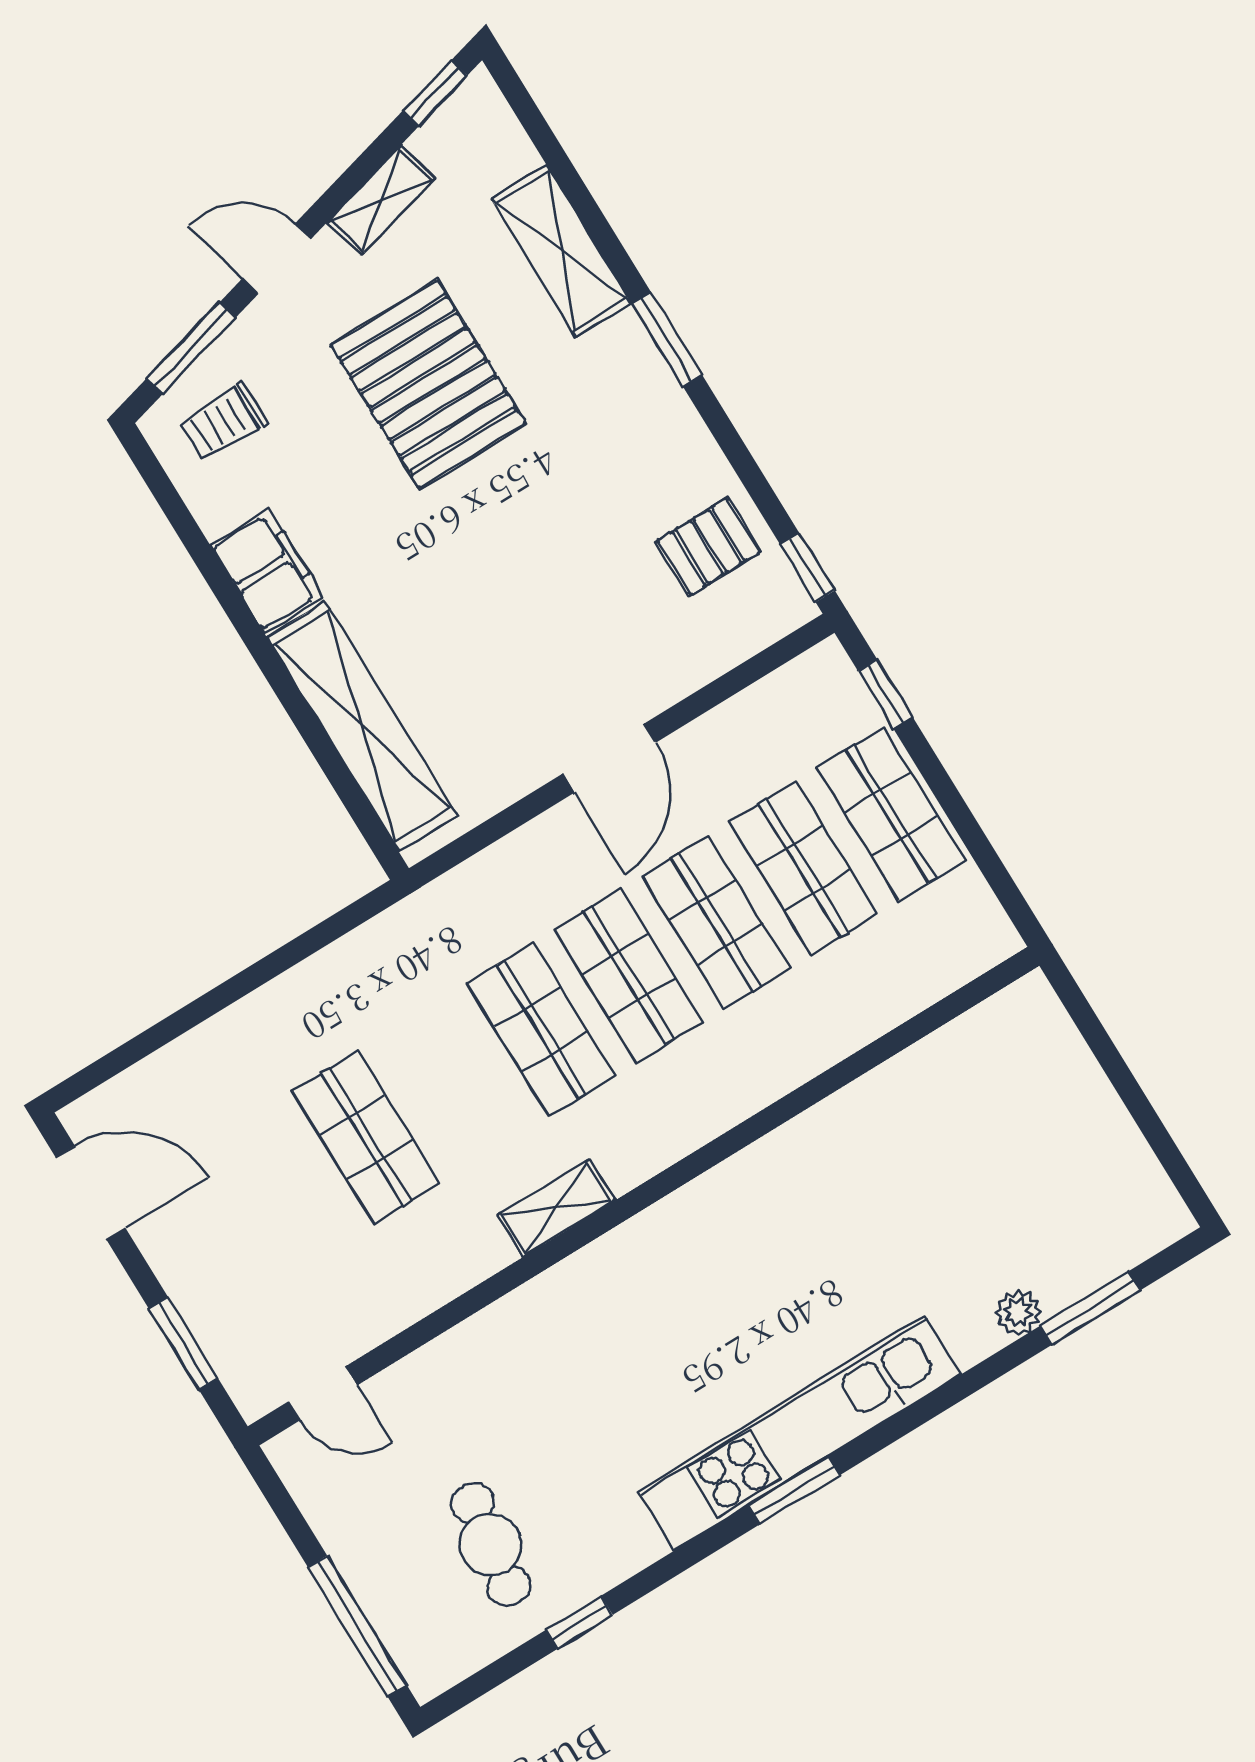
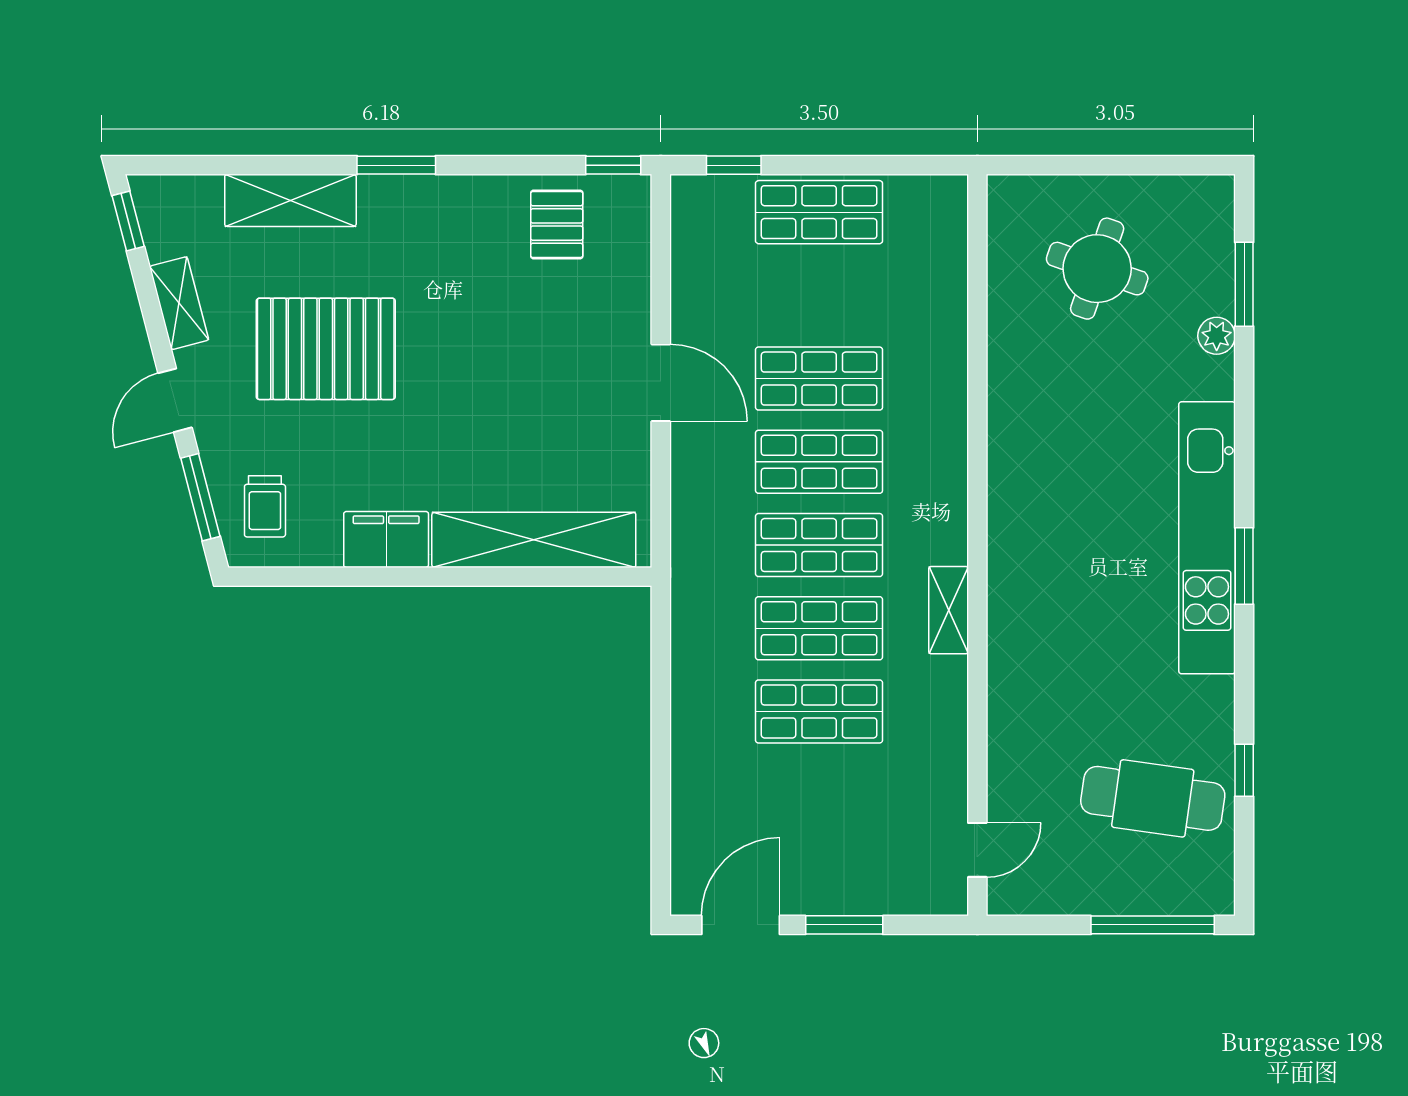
shop shelf: (804, 868) -> (819, 628), moved
round table: (1012, 1143) -> (1097, 269), added
window: (183, 1343) -> (844, 925), moved
cafe table: (491, 1544) -> (1153, 798), width x1.37, depth x1.35

